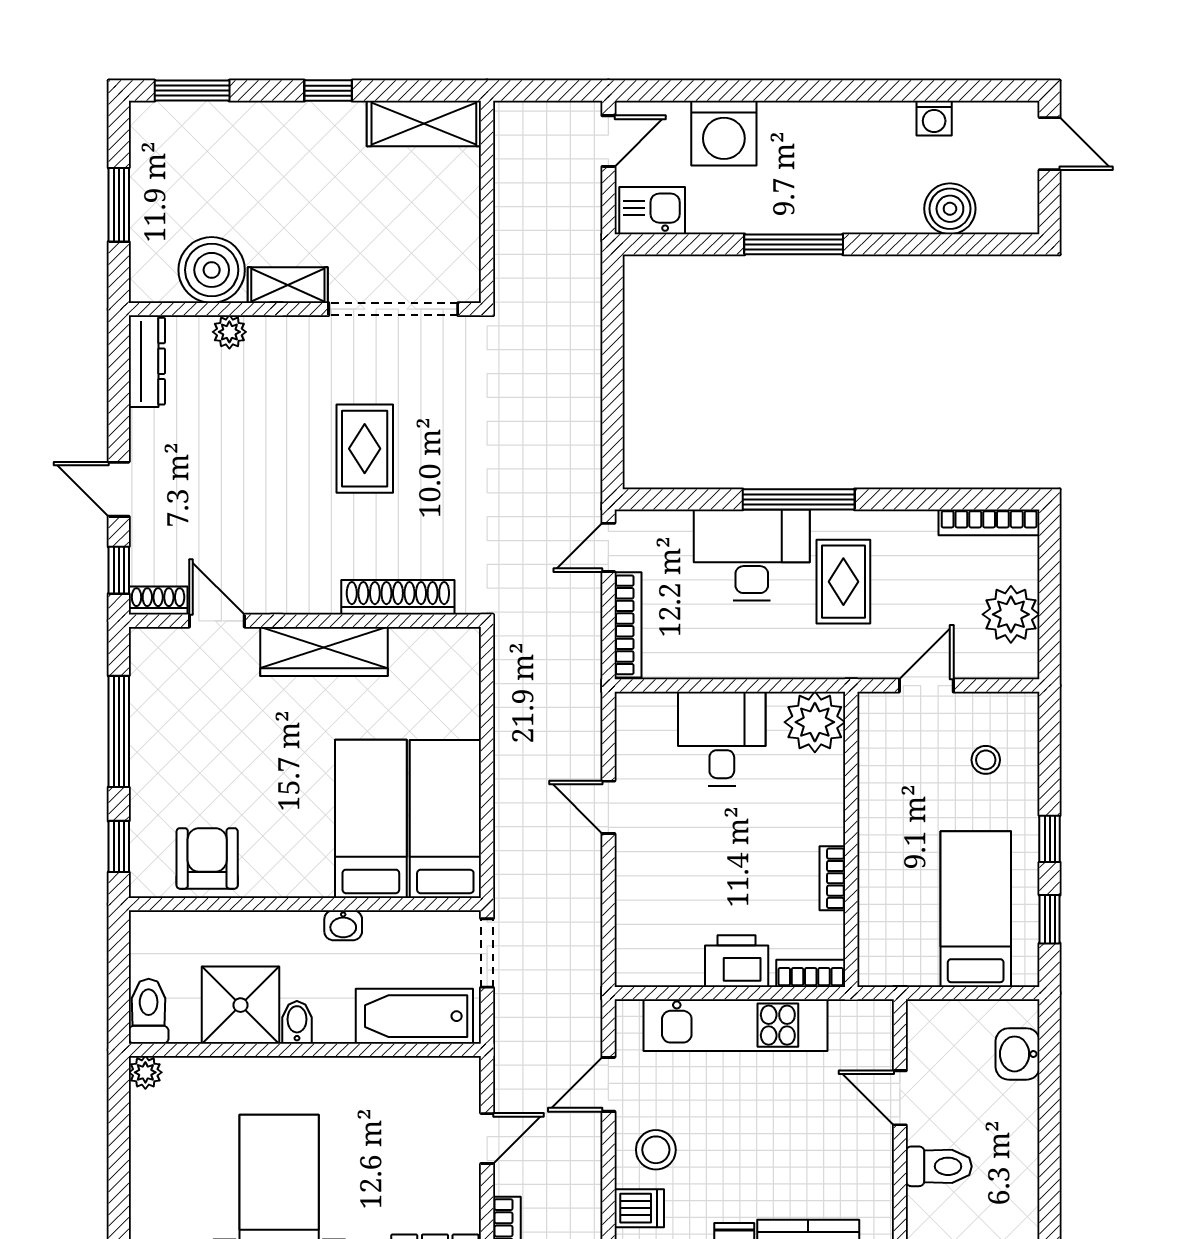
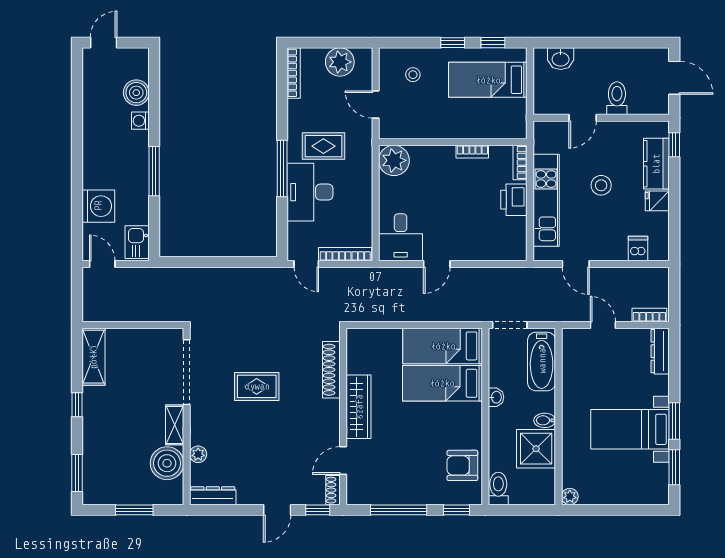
washing machine: (934, 118) -> (140, 121), moved, turned 180
desk: (722, 739) -> (401, 237), moved, turned -90
toilet: (149, 1011) -> (498, 488), moved, turned 90
stool: (656, 1150) -> (601, 185), moved

